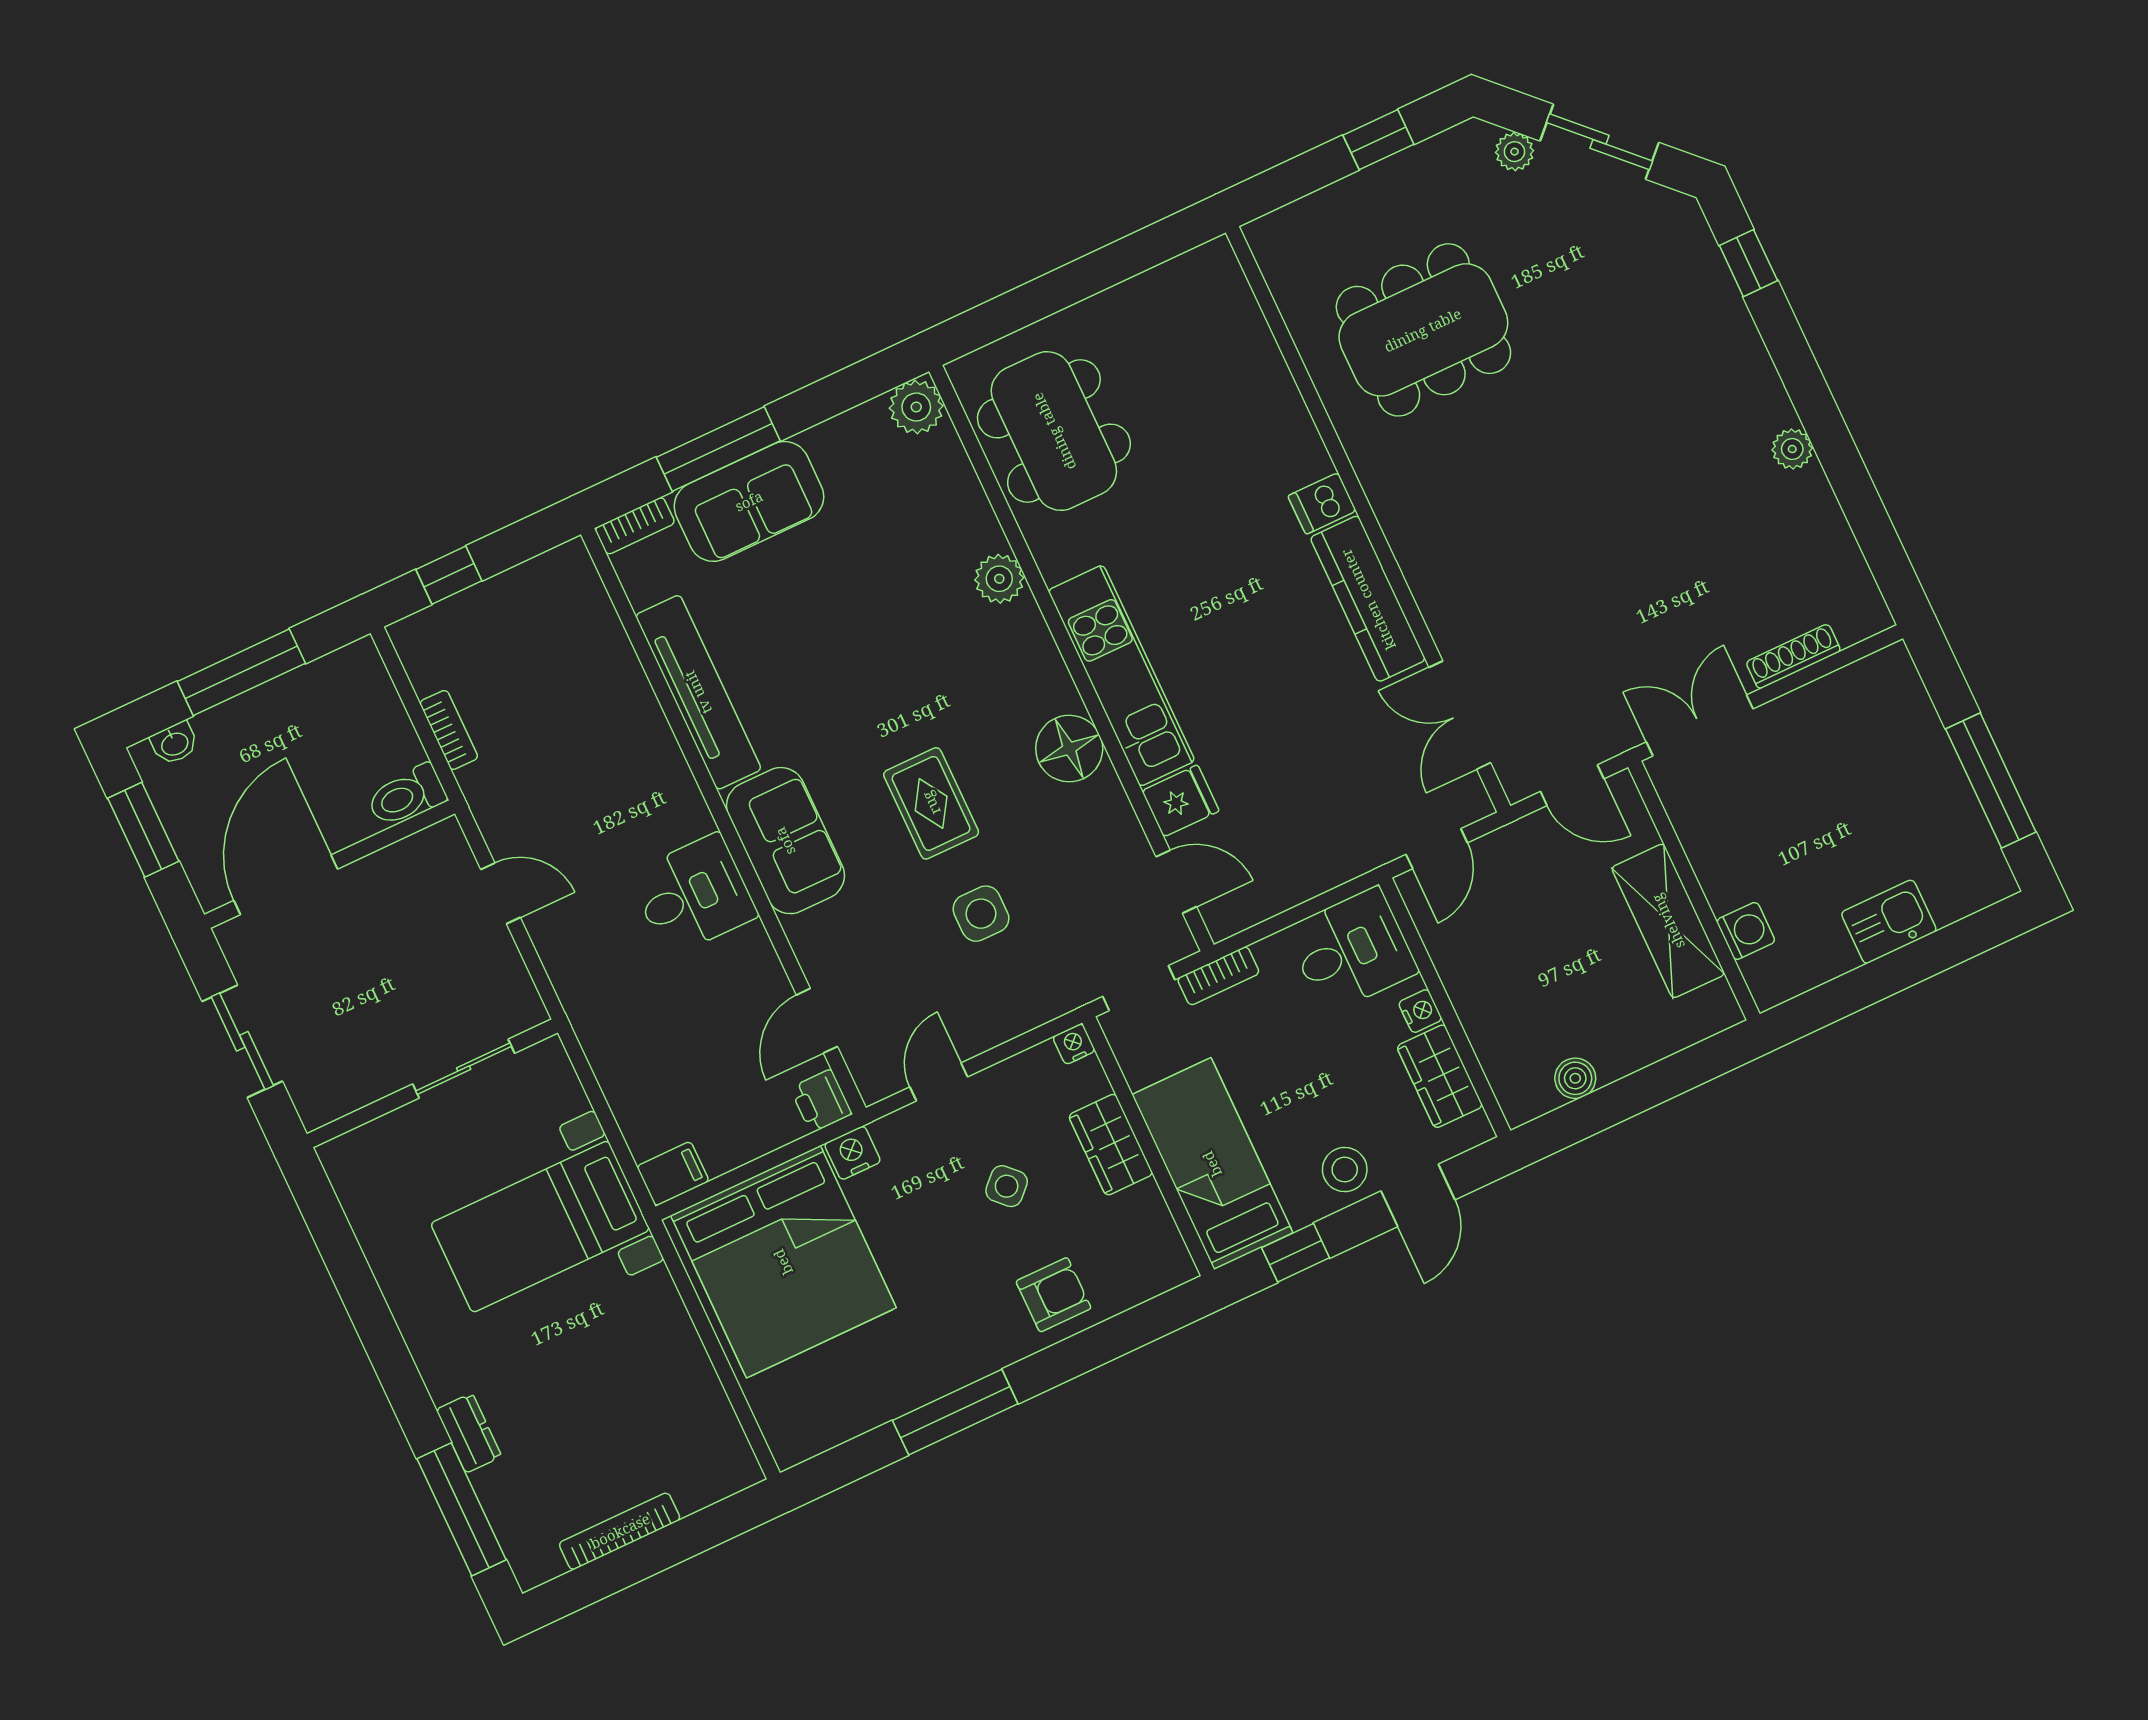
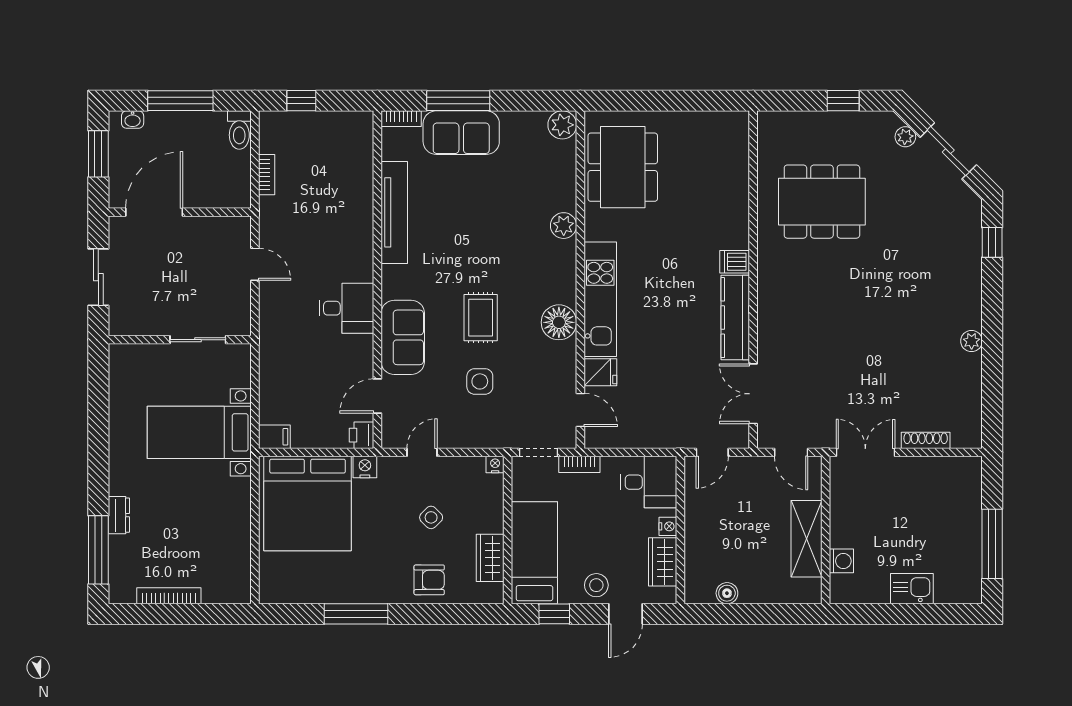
toilet: (406, 796) -> (239, 130), moved, turned -90
sofa: (785, 841) -> (403, 337), moved
wardrobe: (1111, 1145) -> (490, 558), moved

